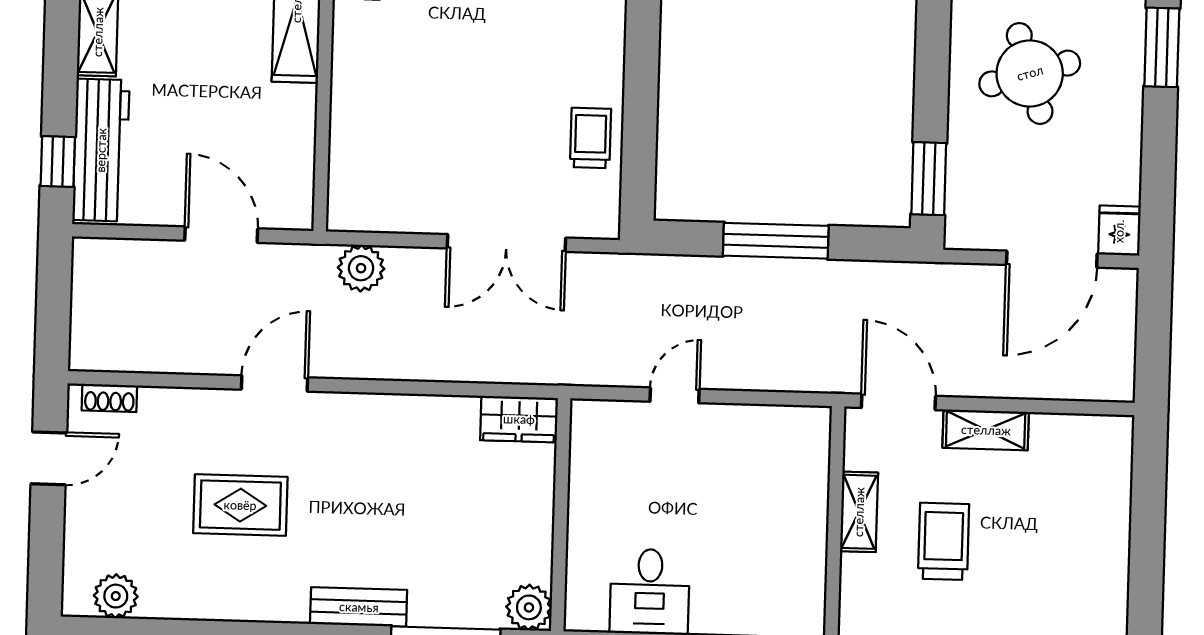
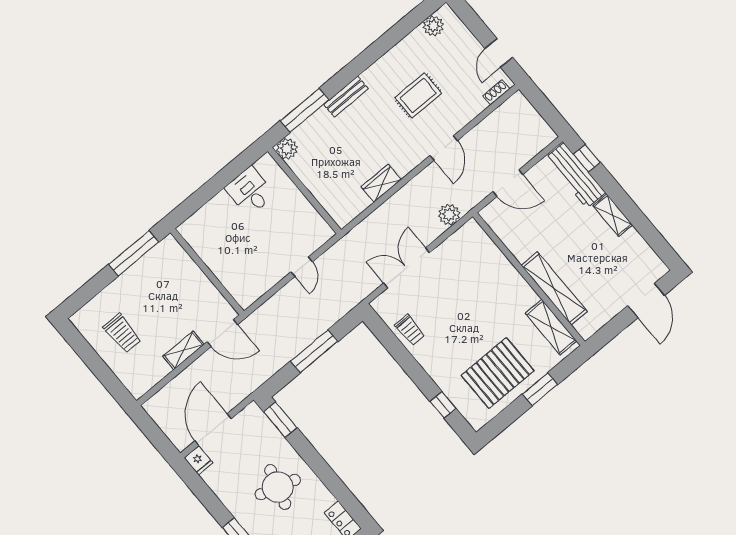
round table: (1030, 73) -> (278, 487), turned 34
wardrobe: (519, 419) -> (381, 183), moved
shelving: (859, 512) -> (202, 283), removed
trolley: (944, 541) -> (122, 333), moved

